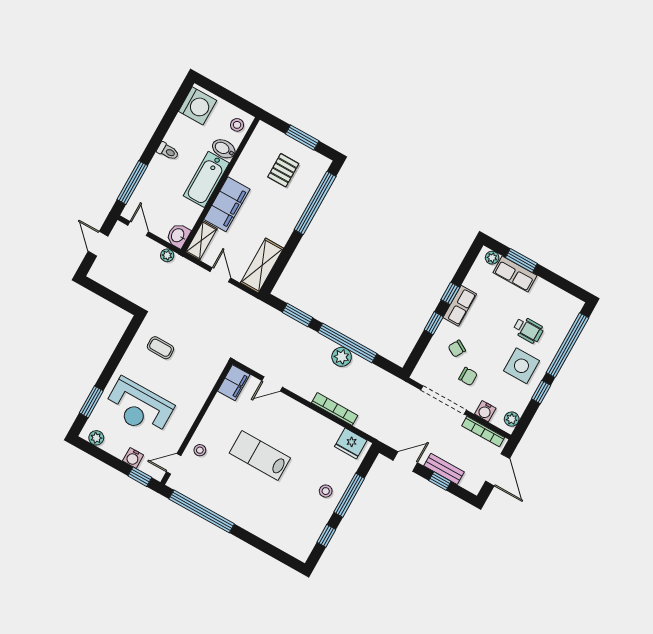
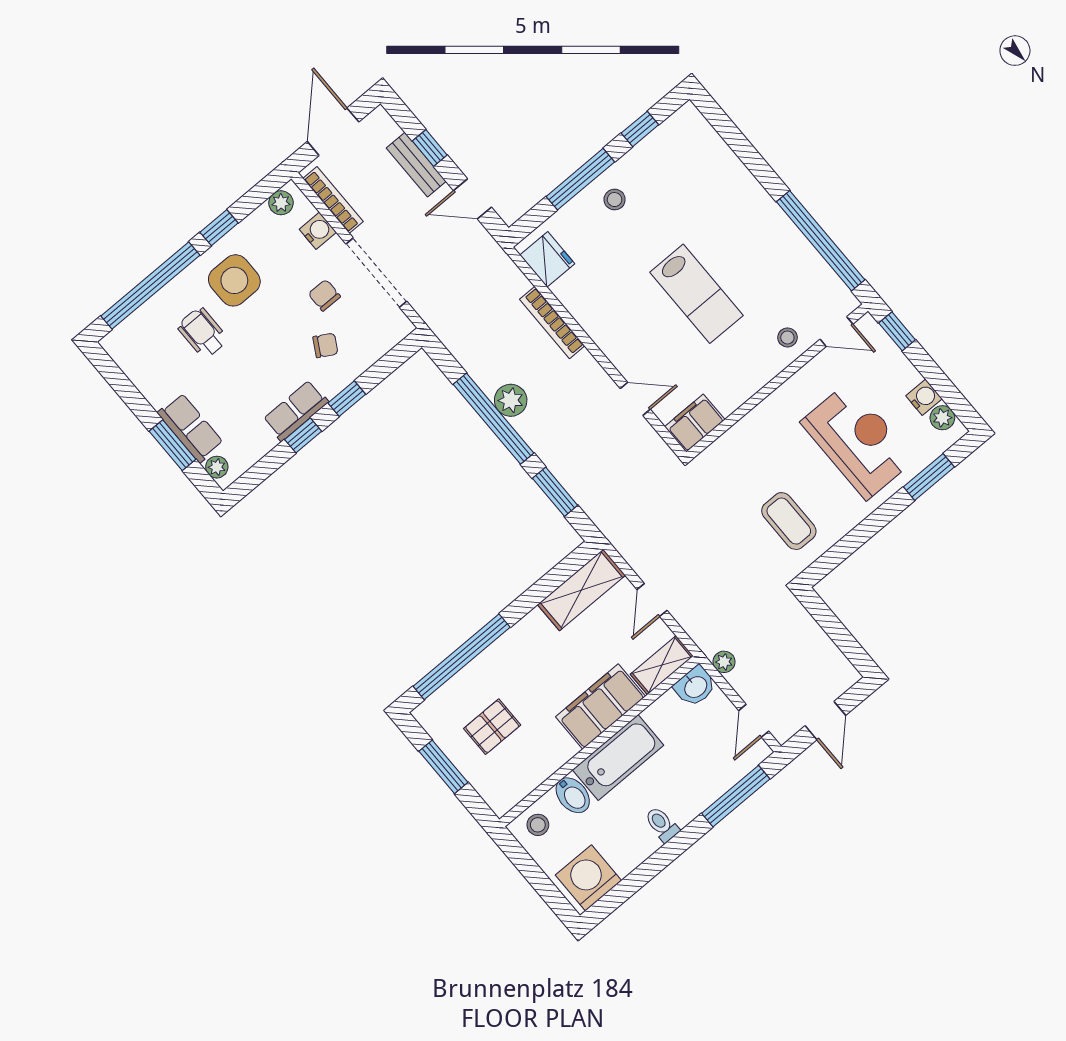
coffee table: (160, 348) -> (789, 521), width x1.36, depth x1.30
water cooler: (133, 458) -> (924, 397), moved

